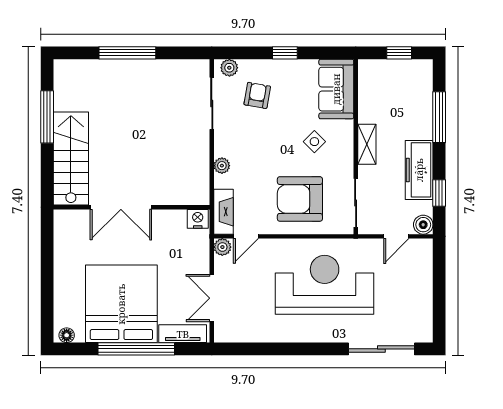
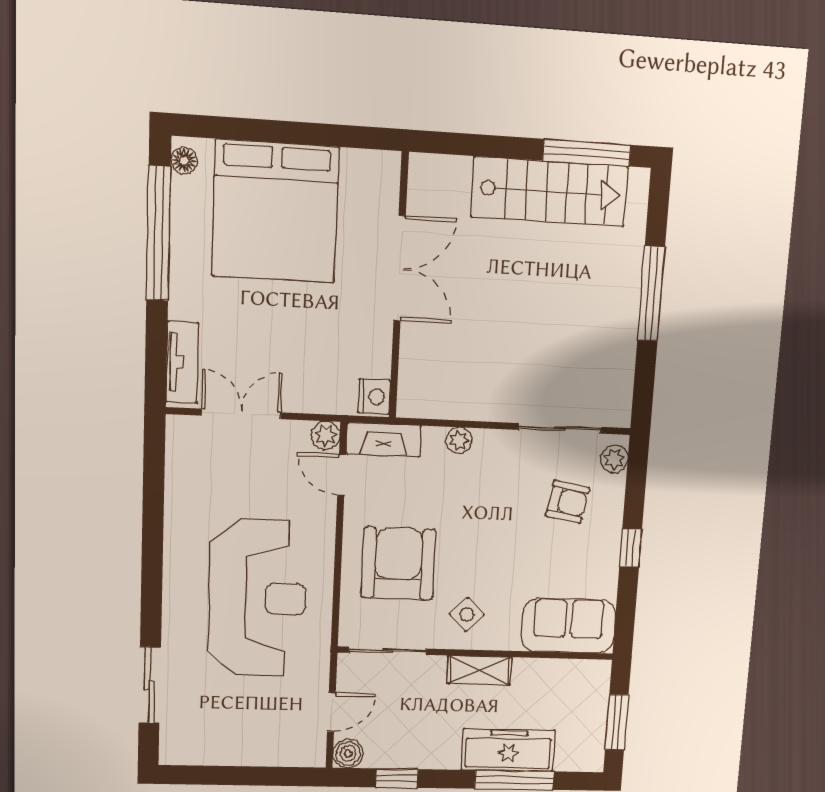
window: (399, 53) -> (617, 722), width x1.50
window: (47, 117) -> (587, 153), moved
side table: (314, 142) -> (467, 614), moved
stairs: (71, 159) -> (550, 192), moved
freezer: (419, 170) -> (508, 750), moved
double door: (121, 207) -> (400, 268), swing flipped
door: (396, 236) -> (331, 712), swing flipped
bed: (121, 304) -> (275, 212), moved, turned 90
window: (136, 349) -> (158, 233), moved
sliding door: (381, 349) -> (150, 685), width x0.73

